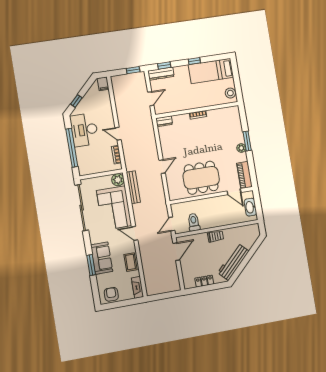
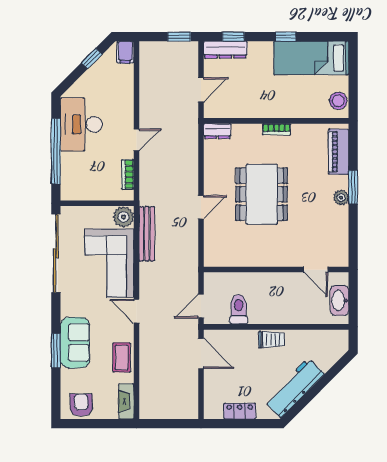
window: (76, 101) -> (92, 59), moved
door: (118, 134) -> (136, 140), swing flipped
piano: (244, 175) -> (339, 152), moved
dining table: (201, 178) -> (262, 194), moved, turned 90
door: (176, 252) -> (201, 354), hinge flipped

